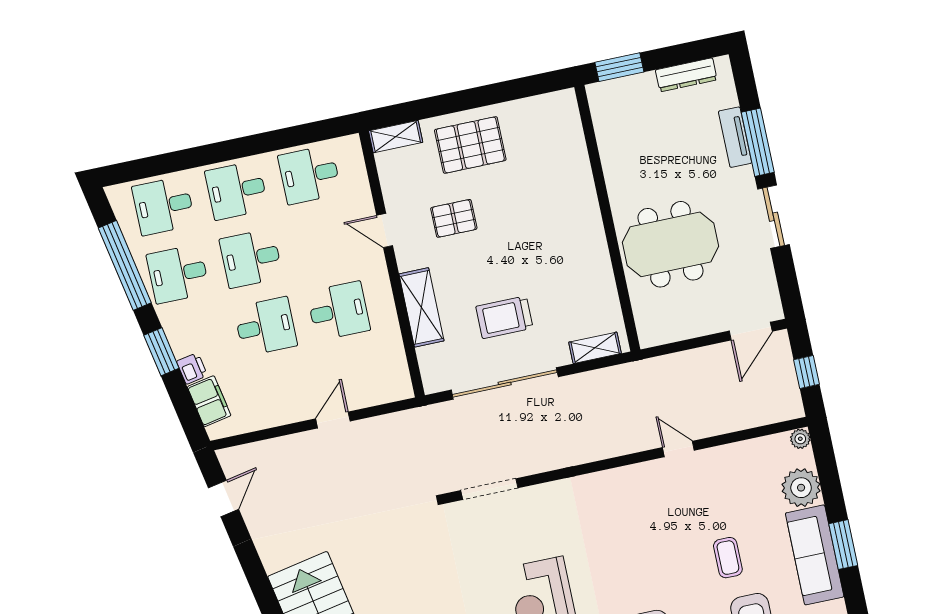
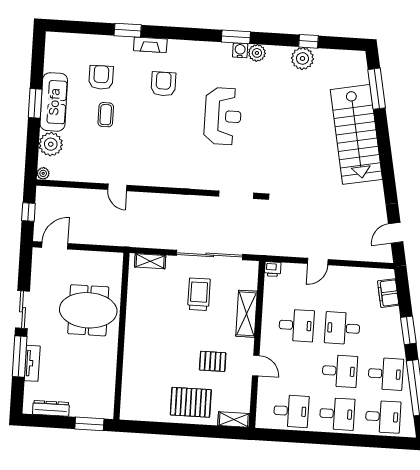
desk: (339, 311) -> (296, 325), turned 180
trolley: (504, 317) -> (199, 294), turned -90
printer: (192, 368) -> (273, 269), moved, turned -79

